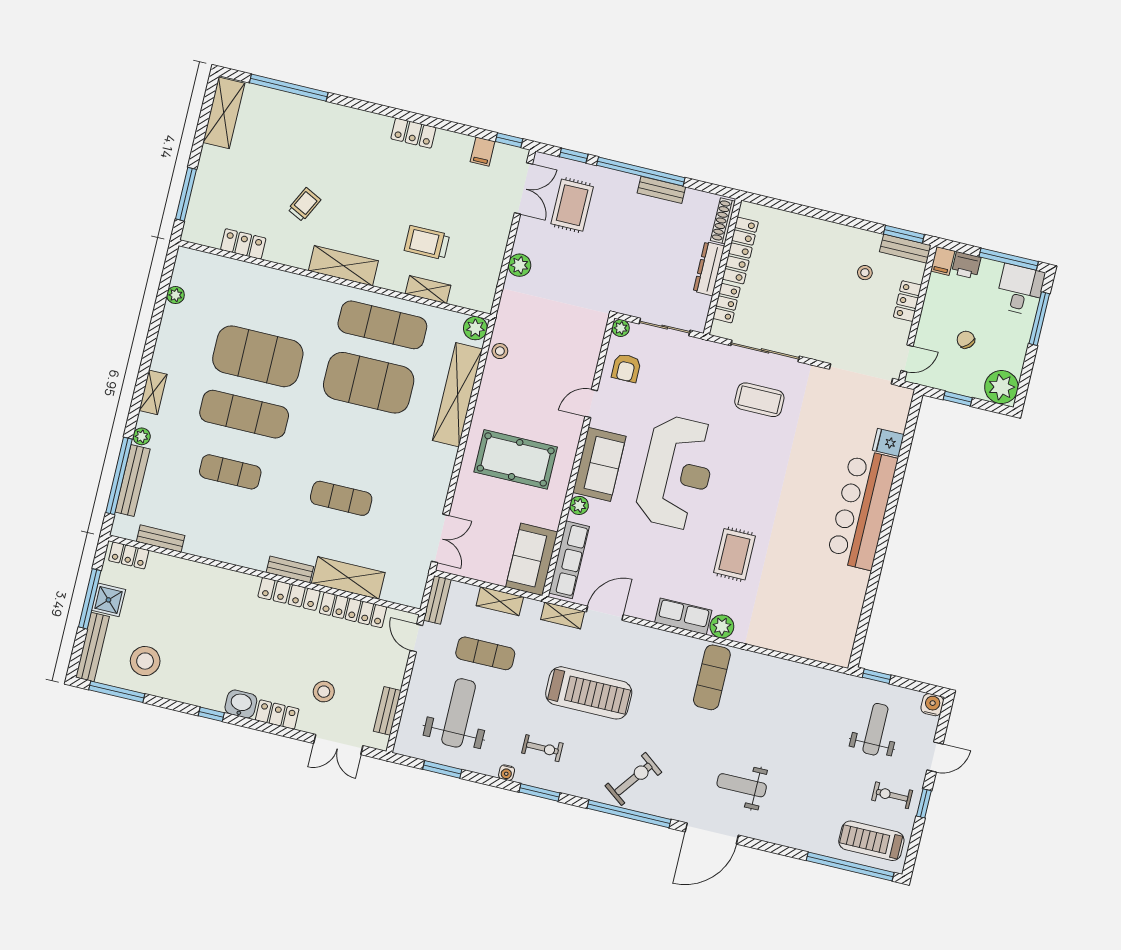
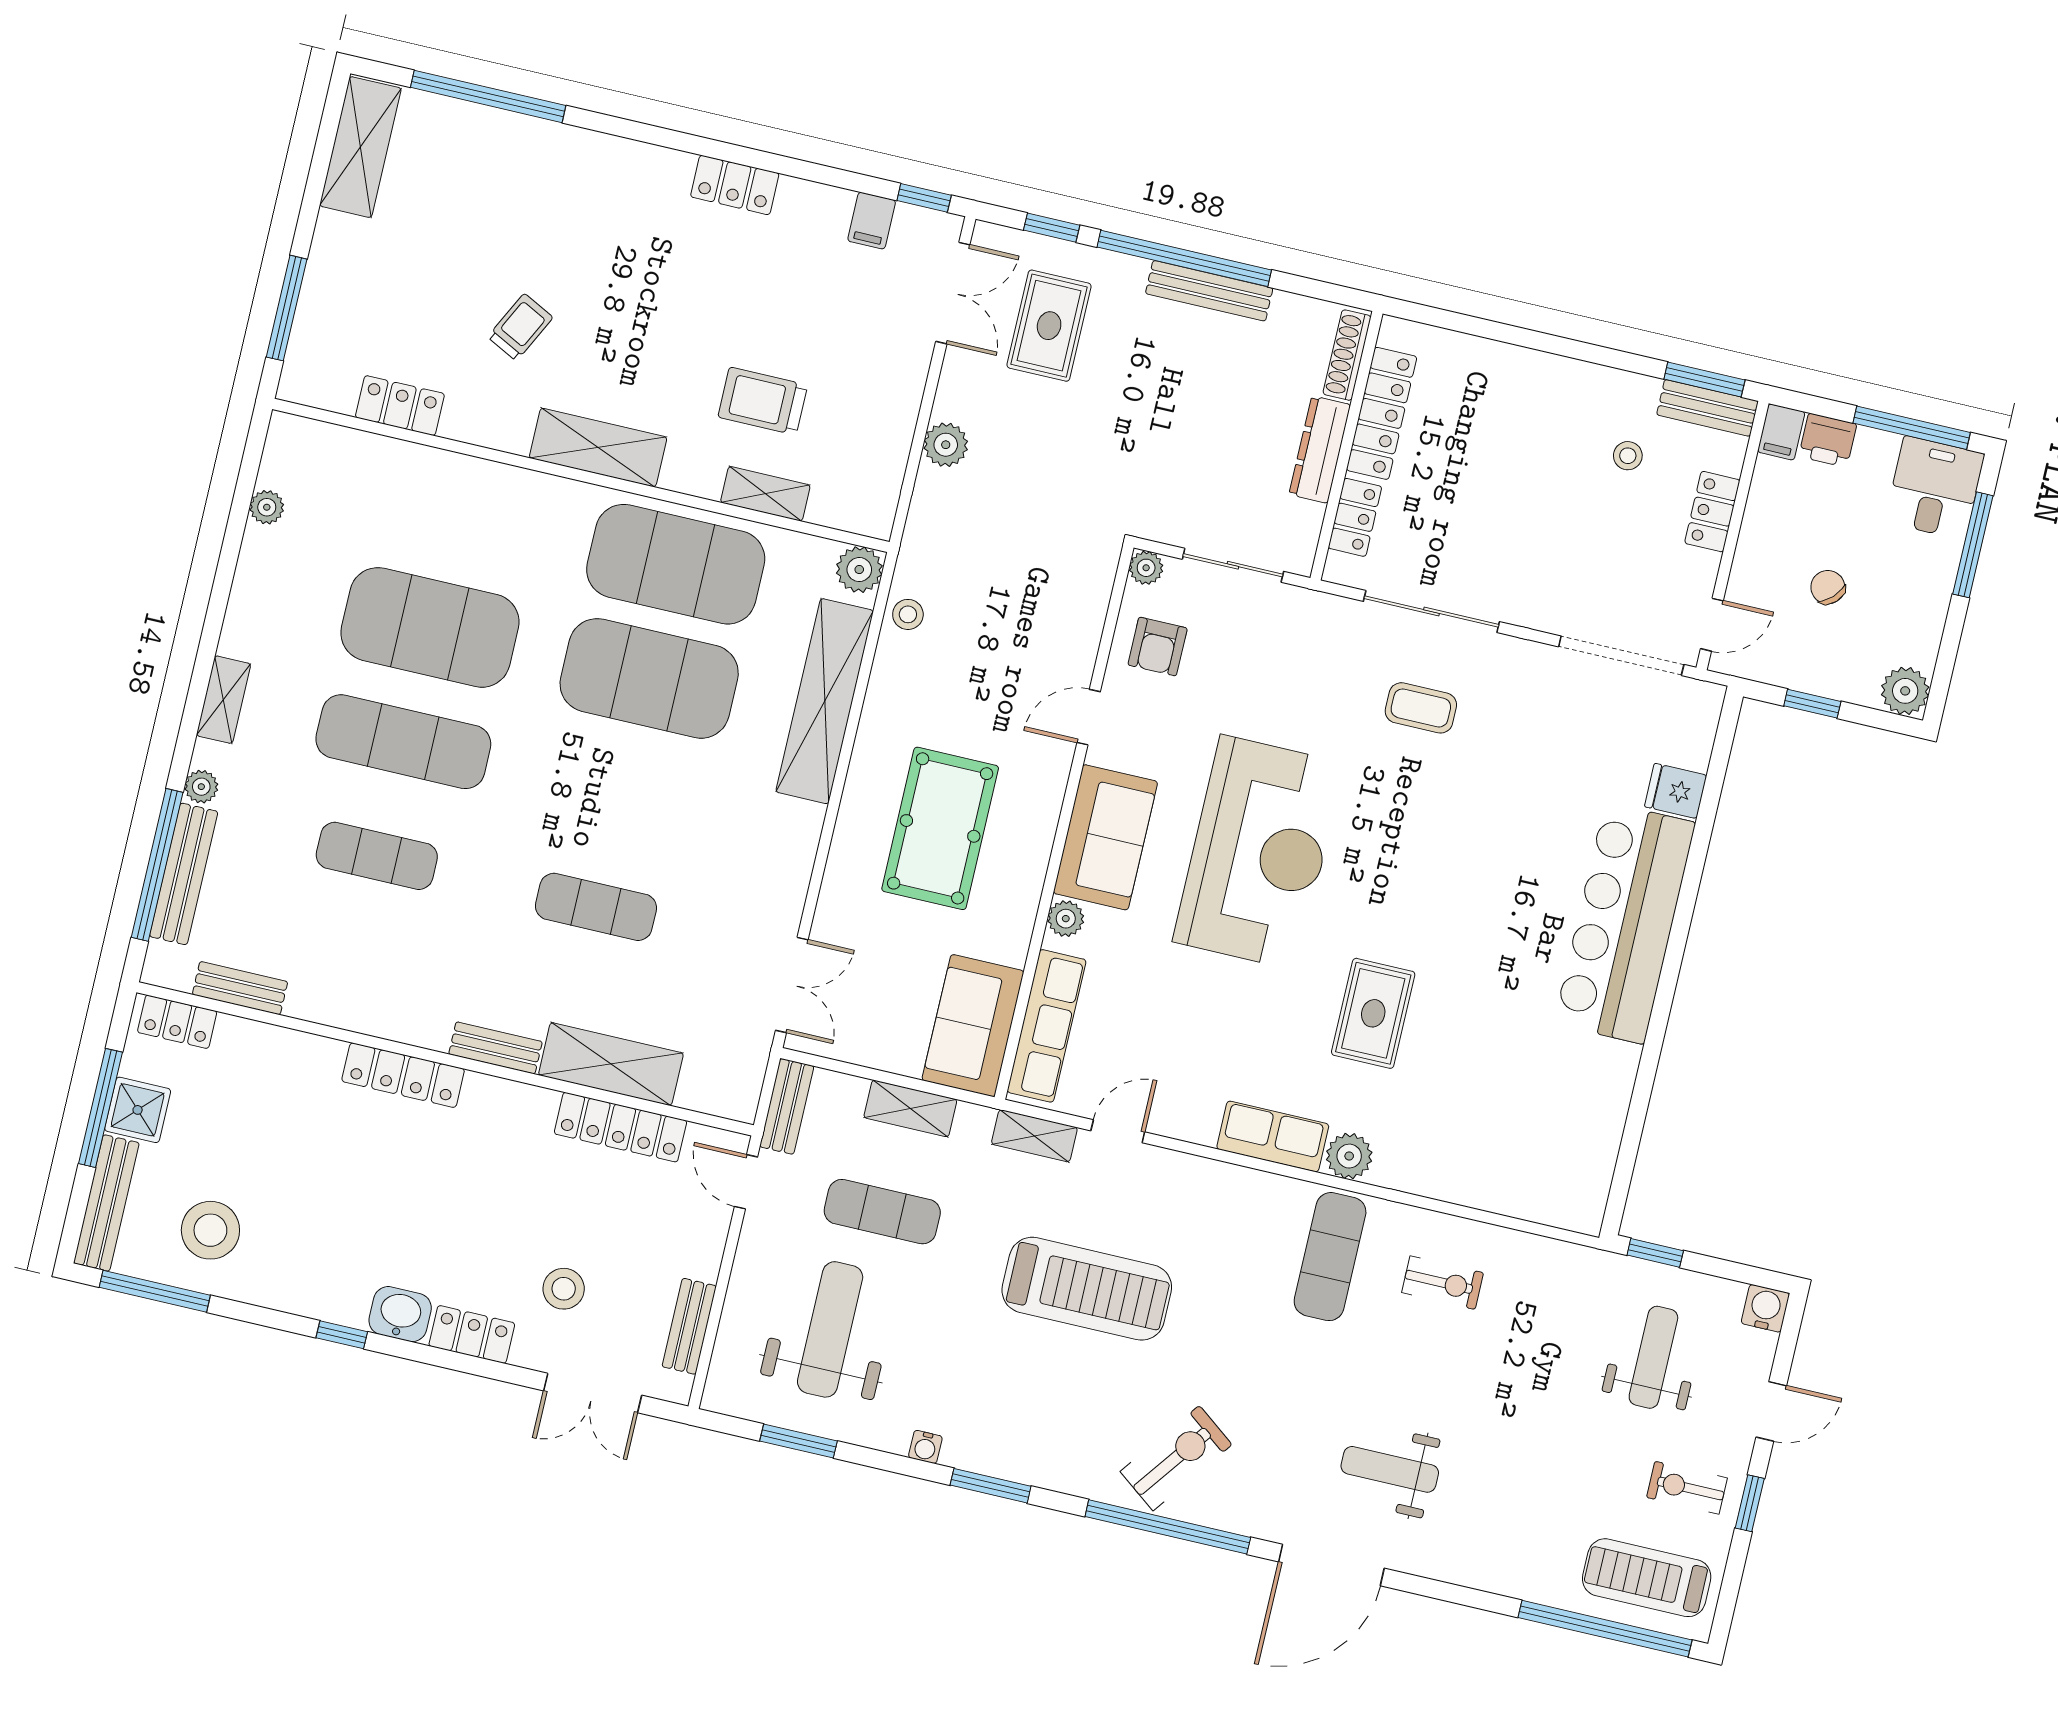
bench: (661, 190) -> (1209, 291), width x1.36
exercise mat: (382, 325) -> (676, 564), width x1.47
plant: (1001, 387) -> (1905, 691), width x0.73, depth x0.73
coffee table: (759, 400) -> (1421, 708), width x0.73, depth x0.77
pool table: (516, 459) -> (940, 828), turned 90
locker: (289, 594) -> (403, 1075), moved
door: (605, 613) -> (1118, 1131), width x0.73
exercise bike: (542, 748) -> (1443, 1283), moved

